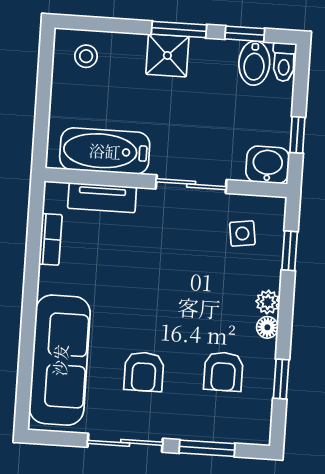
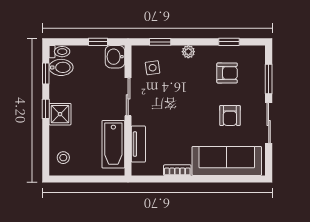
window: (179, 29) -> (46, 109), width x0.67
bookcase: (50, 239) -> (177, 170), moved
floor lamp: (267, 327) -> (202, 51), removed
armchair: (144, 372) -> (230, 115), turned 90

